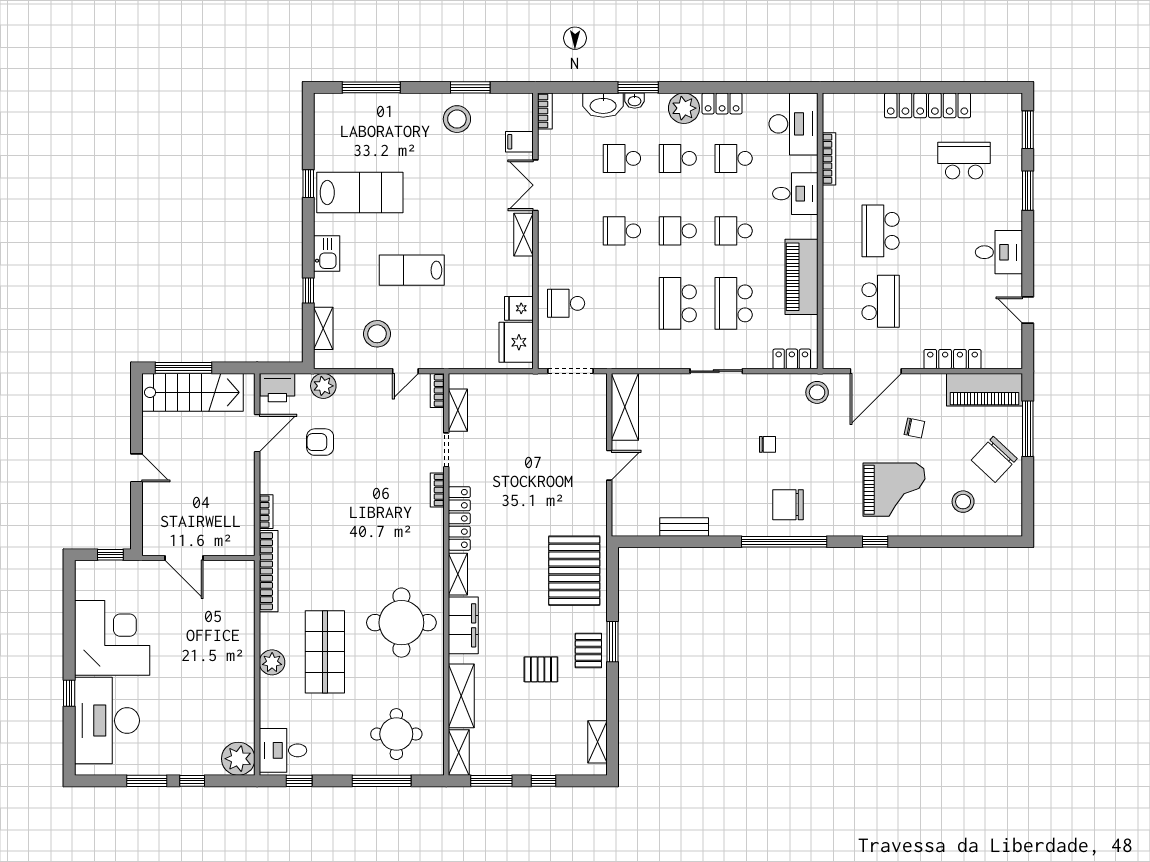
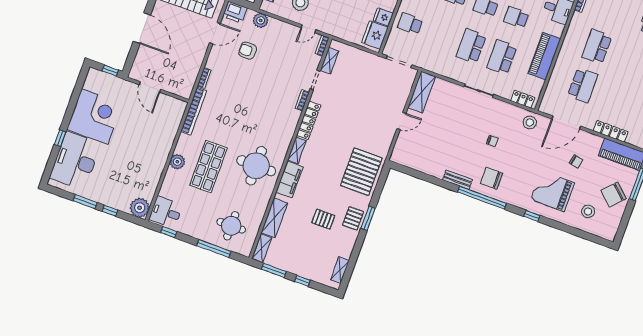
door: (136, 468) -> (142, 28), width x1.87
grand piano: (894, 490) -> (553, 191), turned 180
bench: (684, 527) -> (457, 180), moved

